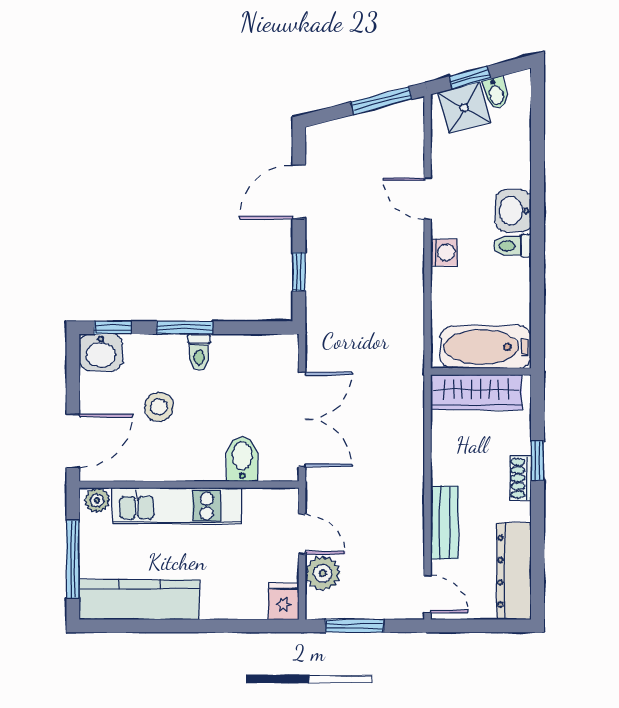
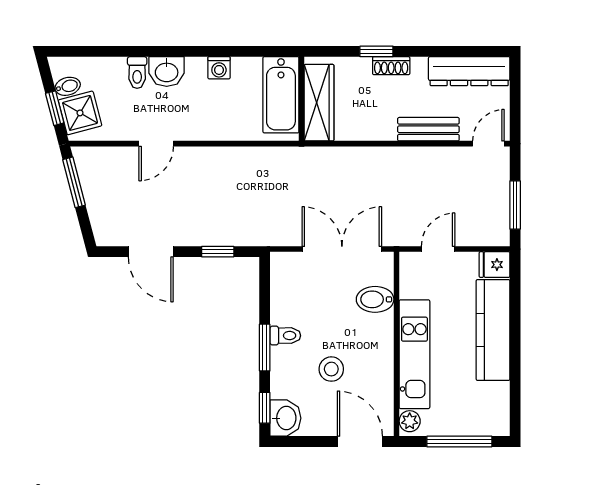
toilet: (512, 246) -> (137, 72), moved
washing machine: (444, 252) -> (219, 68), moved, turned 180
plant: (323, 573) -> (471, 232), removed
kitchen counter: (139, 600) -> (493, 330), moved

